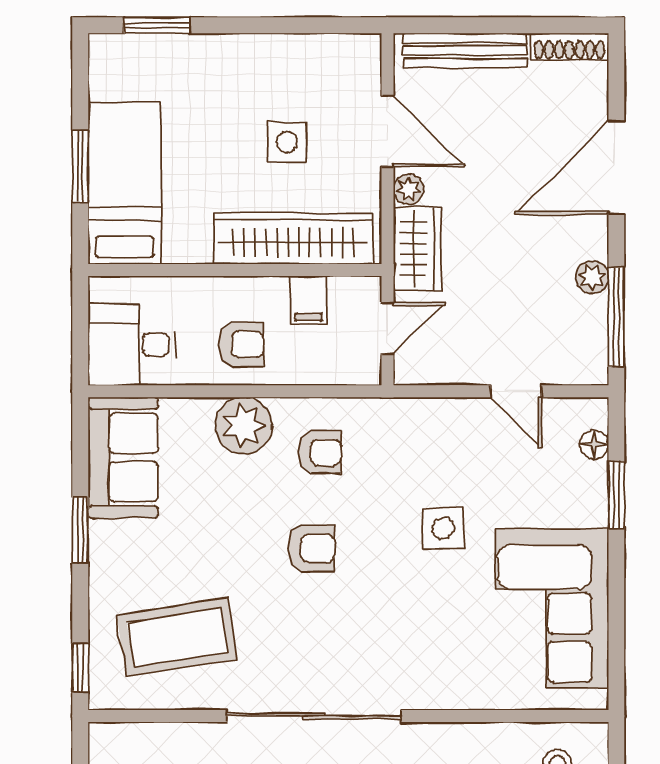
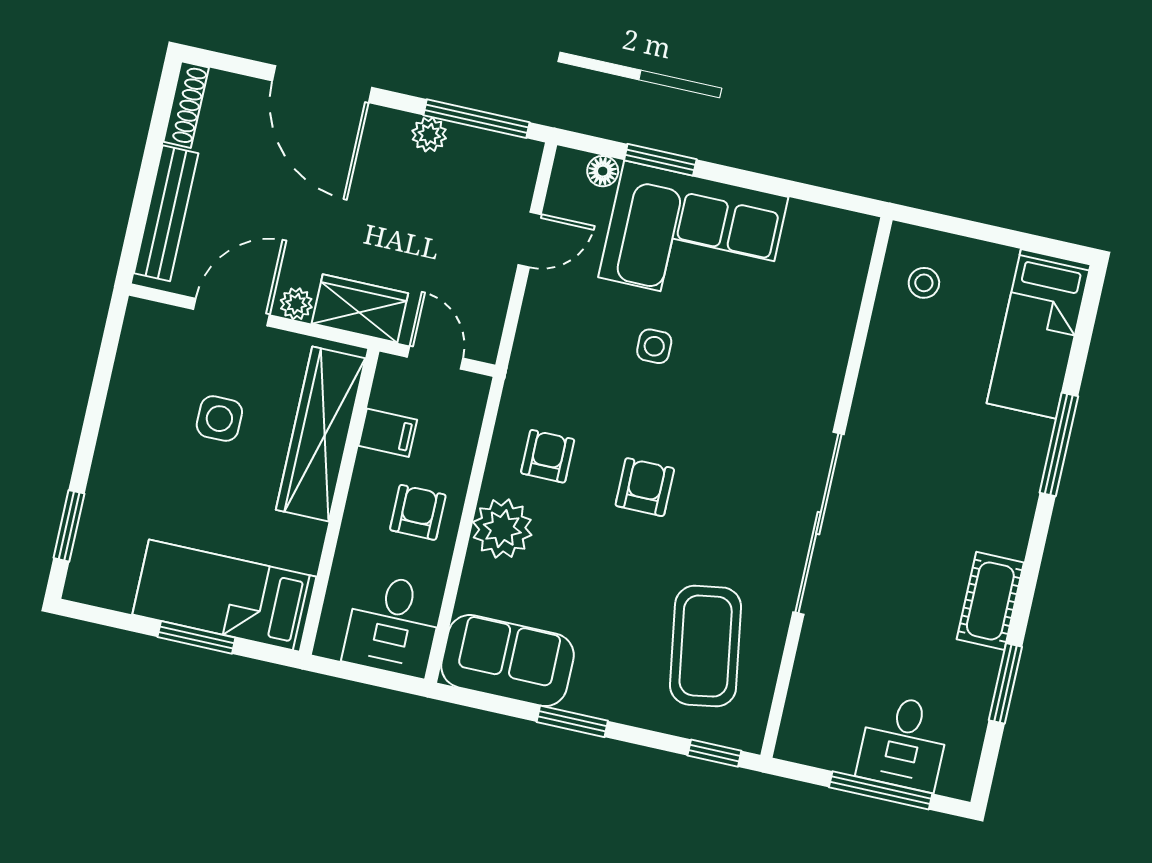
side table: (443, 528) -> (654, 346), width x0.73, depth x0.73
corner sofa: (552, 608) -> (693, 237), moved

